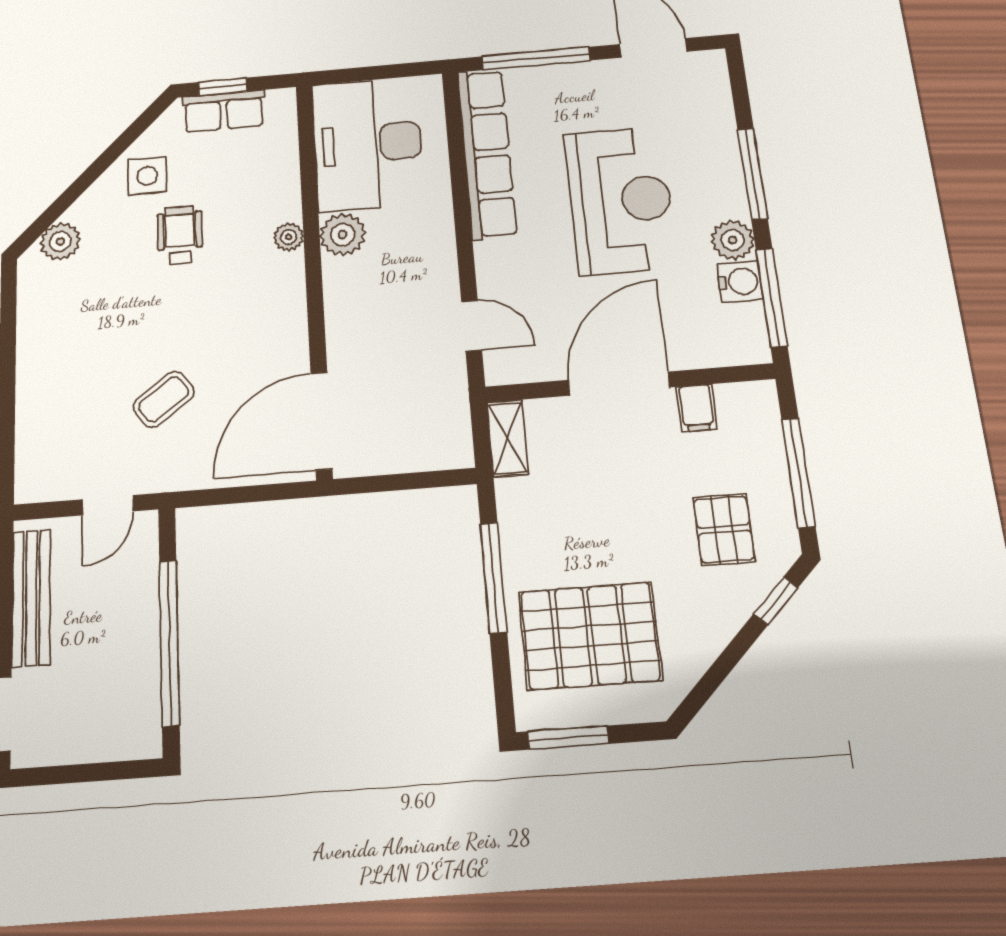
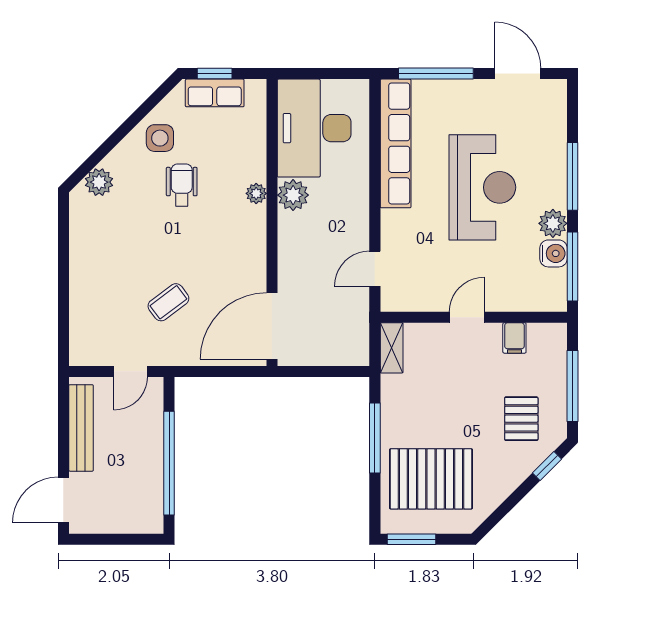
door: (472, 326) -> (375, 269), swing flipped
door: (619, 384) -> (467, 317), width x0.53

